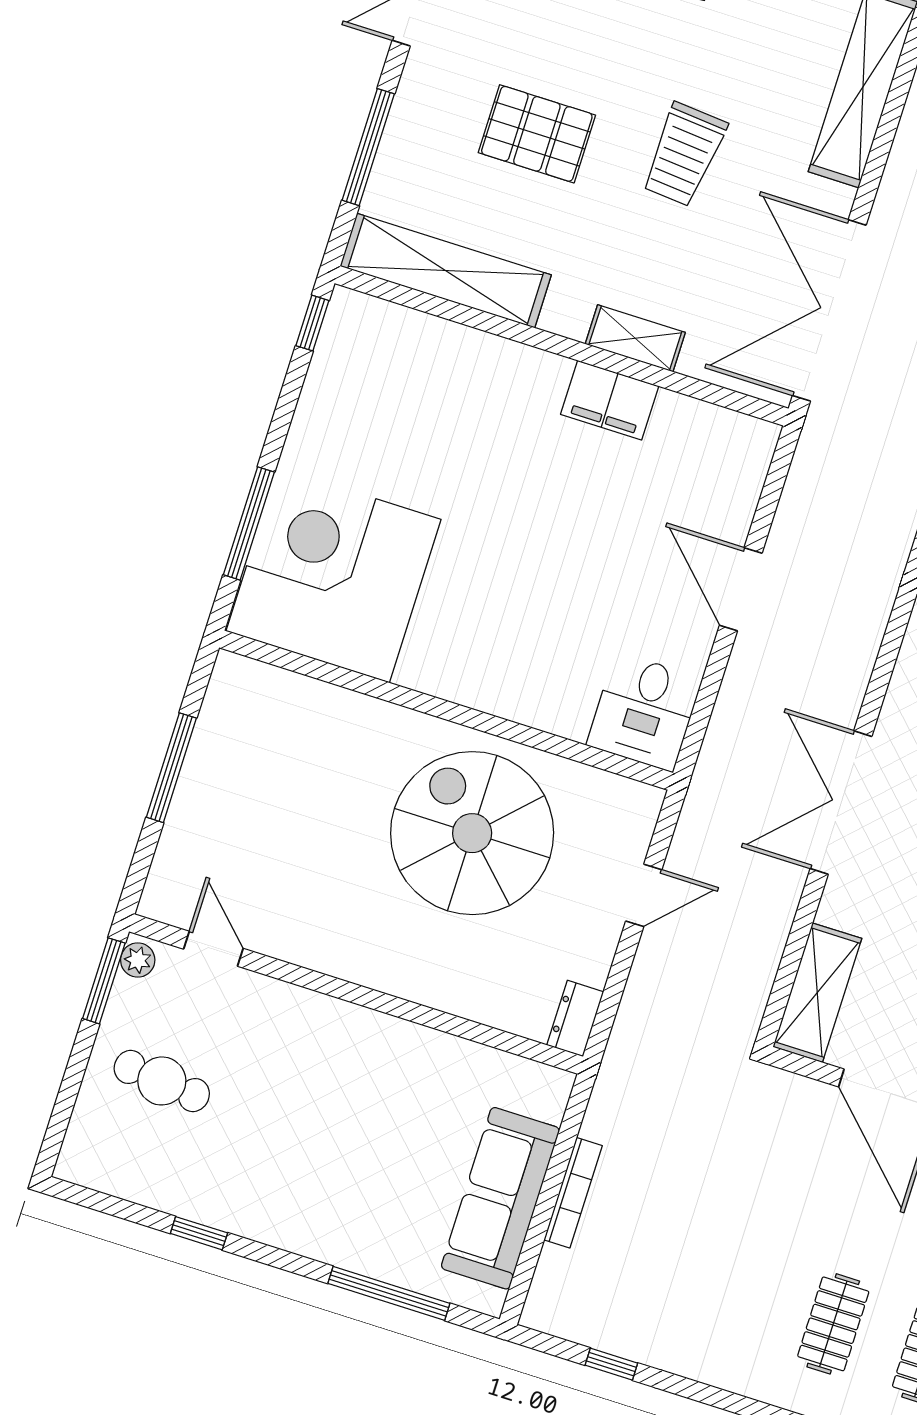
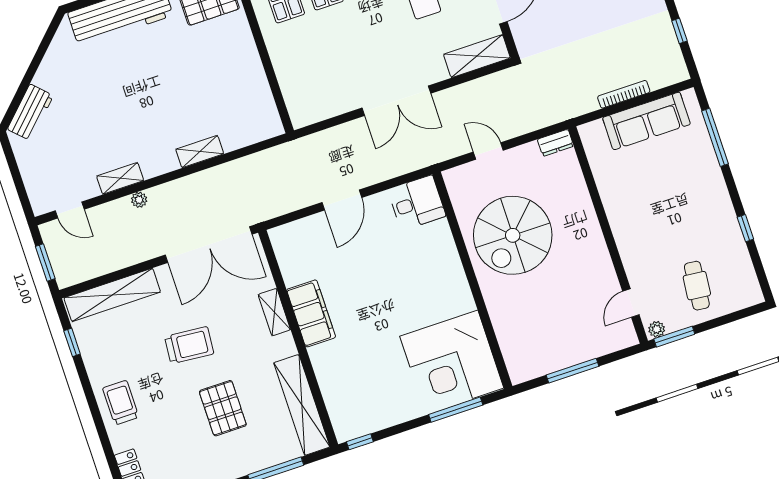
filing cabinet: (610, 400) -> (311, 313), width x1.50, depth x1.17

